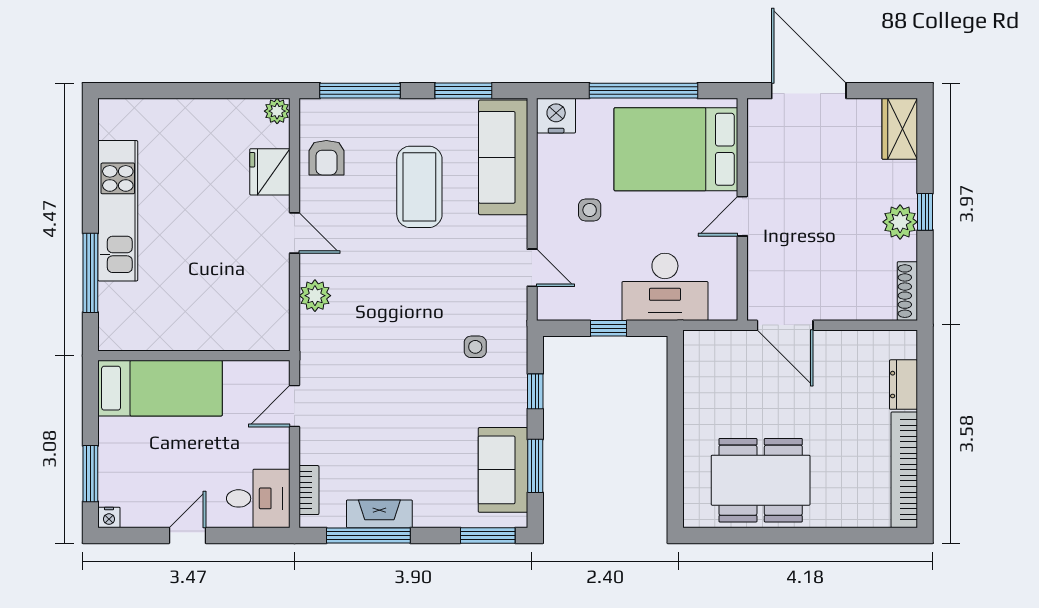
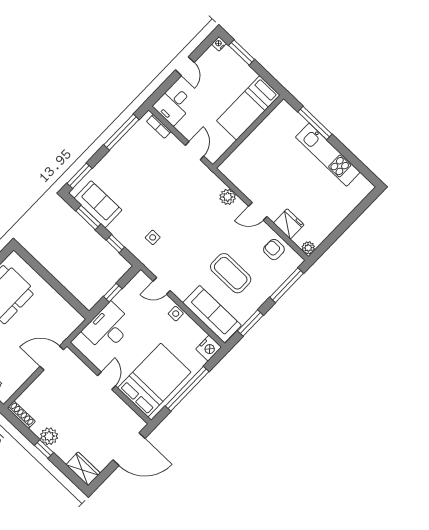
side table: (590, 210) -> (176, 314), moved
fireplace: (379, 514) -> (125, 144), removed

